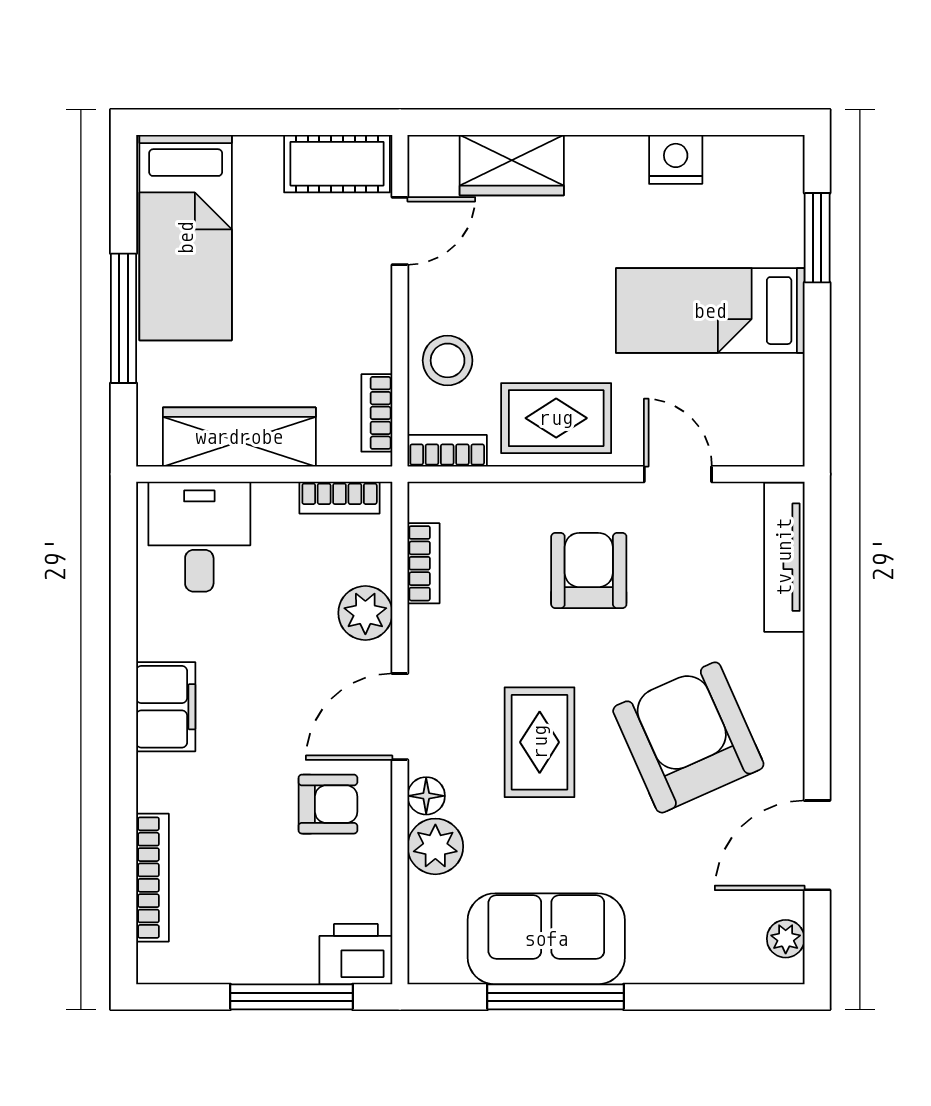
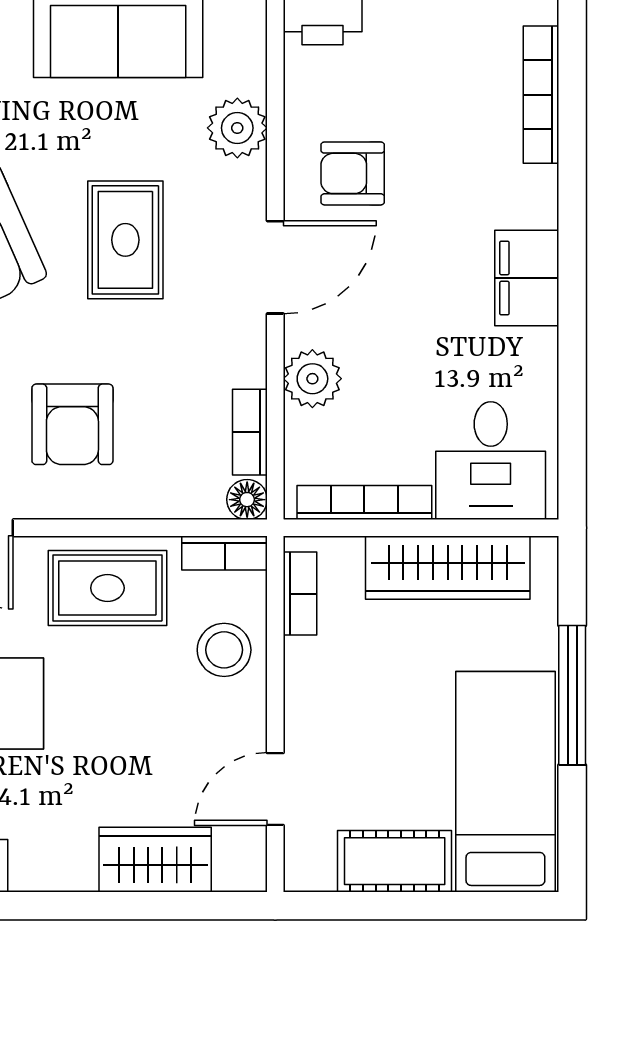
cot: (337, 164) -> (395, 861), moved
bookcase: (340, 498) -> (364, 502), width x1.56
floor lamp: (426, 796) -> (247, 500), moved

